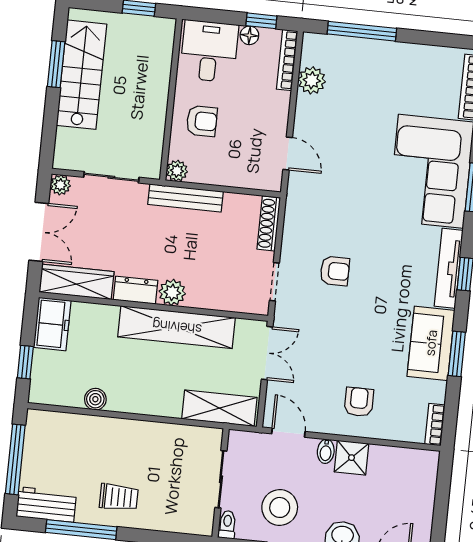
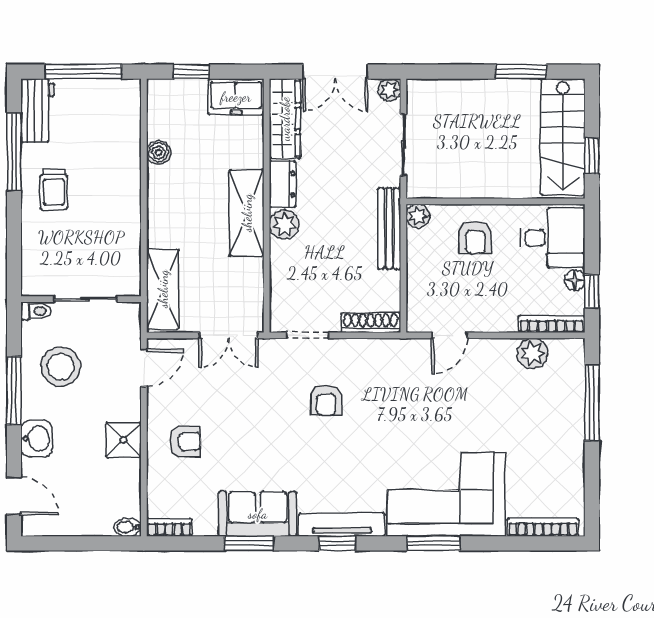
stairs: (82, 75) -> (563, 137), moved, turned 90
shelving: (177, 327) -> (247, 213), width x0.68
bidet: (326, 451) -> (128, 527), moved

